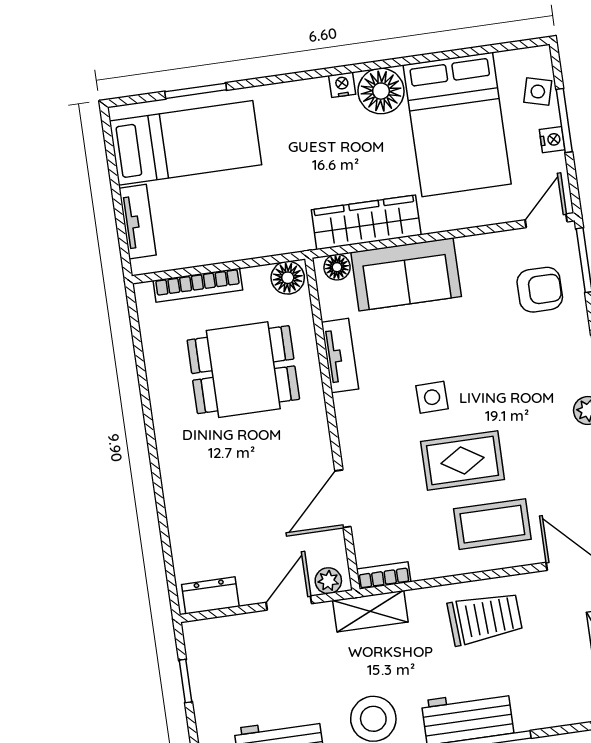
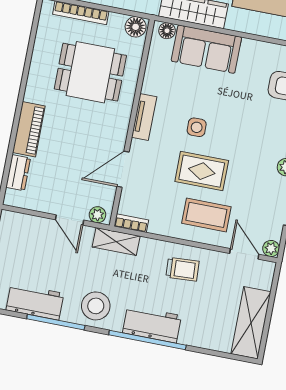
tv unit: (340, 356) -> (144, 117), moved
piano: (180, 488) -> (29, 129), added
dresser: (210, 595) -> (18, 173), moved, turned 90
door: (289, 603) -> (69, 220), swing flipped
trolley: (485, 618) -> (183, 269), width x0.73, depth x0.72

